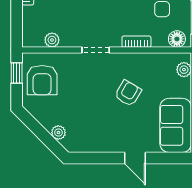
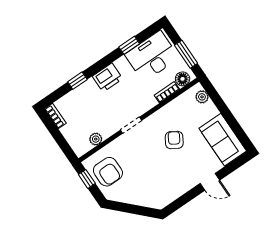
bookcase: (136, 42) -> (167, 92), moved
plant: (58, 133) -> (144, 201), removed

